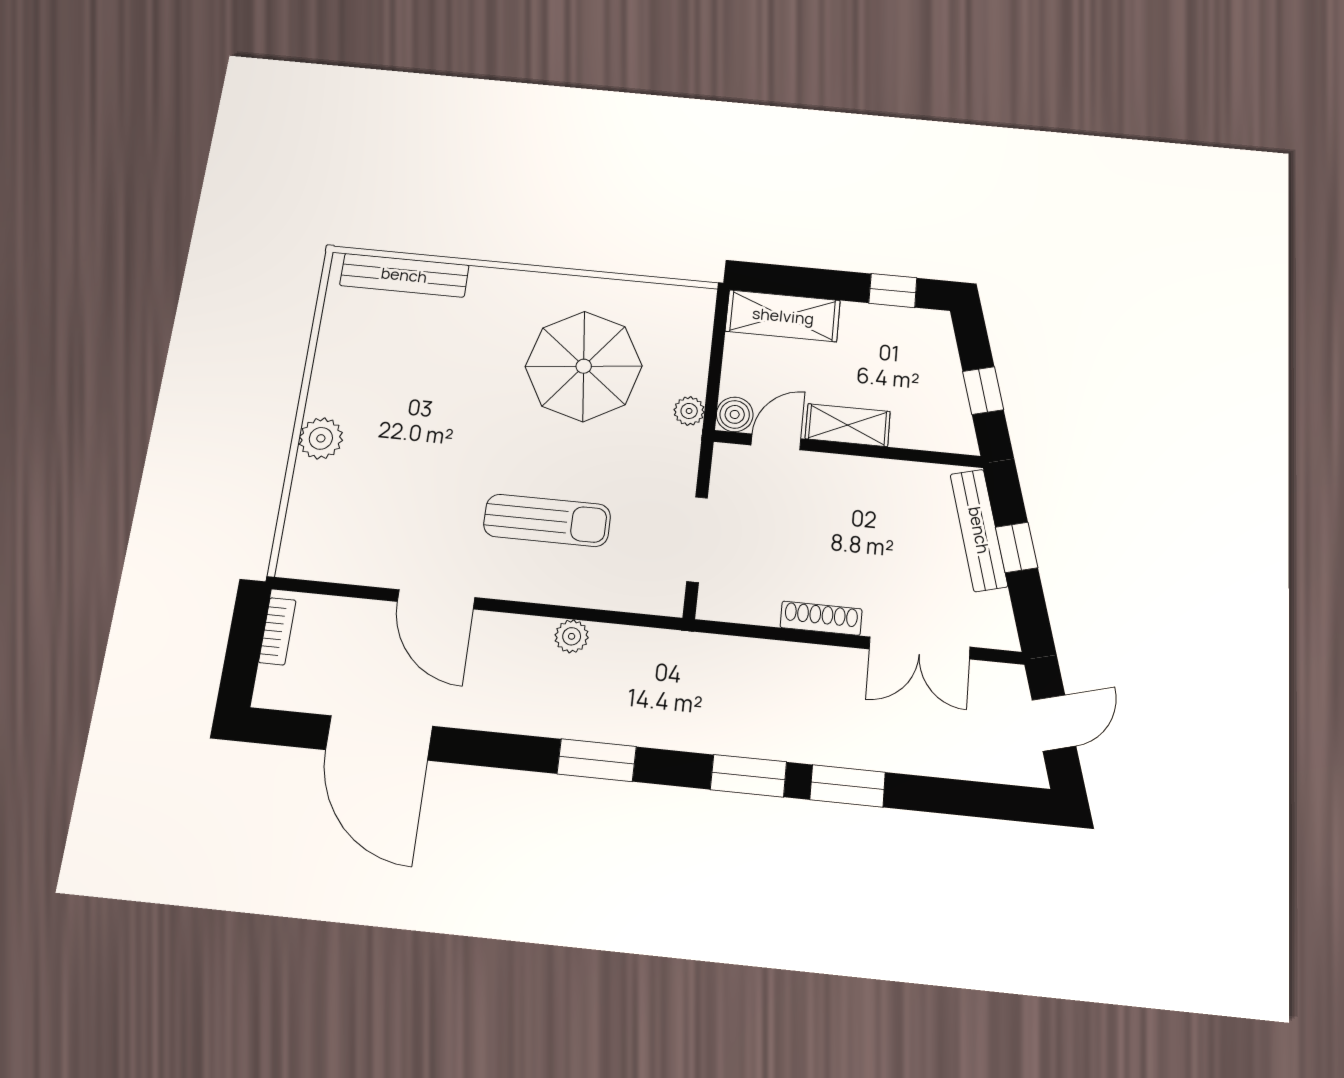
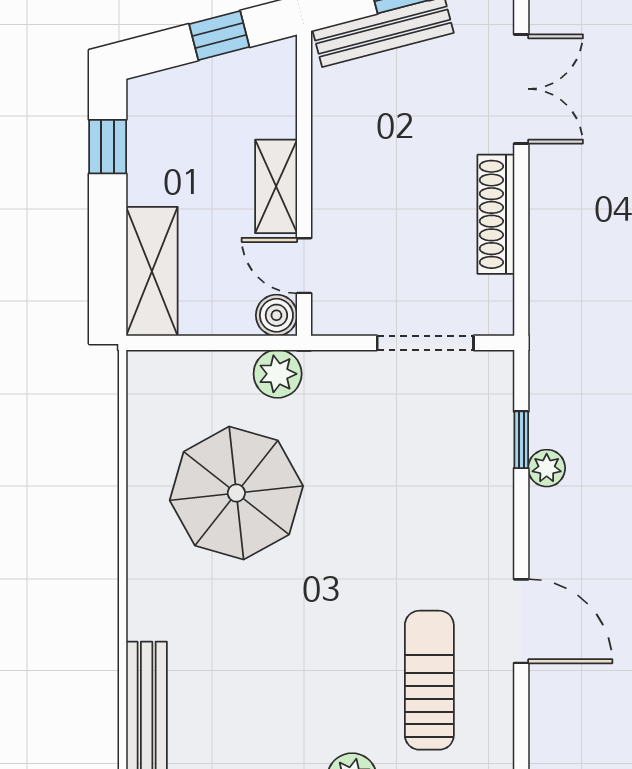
plant: (689, 411) -> (278, 374), width x1.38, depth x1.38
sun lounger: (547, 520) -> (429, 680), moved
door: (436, 599) -> (521, 621), hinge flipped
window: (600, 616) -> (521, 440), added
shoe rack: (821, 618) -> (496, 214), width x1.36, depth x1.24

